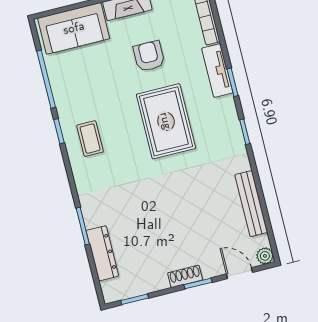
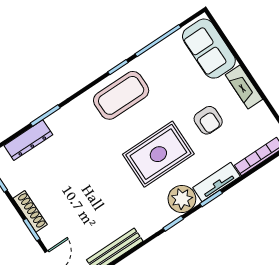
armchair: (149, 56) -> (208, 120), turned 90
plant: (222, 113) -> (182, 199), added
coffee table: (90, 139) -> (121, 95), width x1.86, depth x1.72
shoe rack: (185, 276) -> (30, 211), width x1.43

